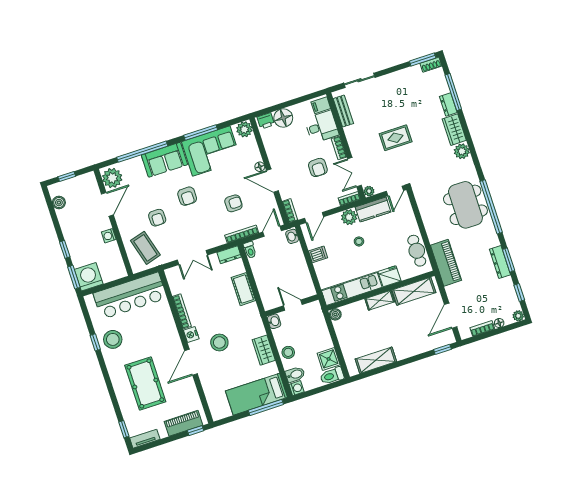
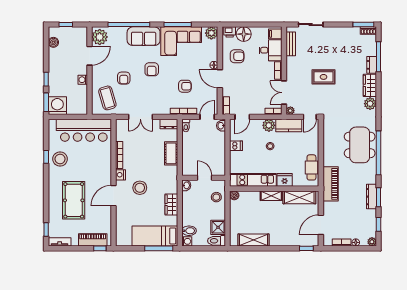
armchair: (318, 167) -> (237, 56), moved, turned -90
stool: (288, 352) -> (216, 197), moved

